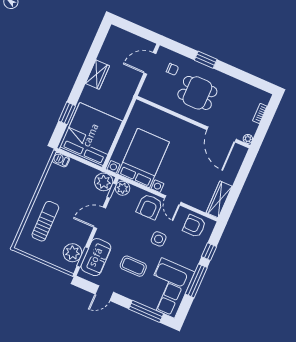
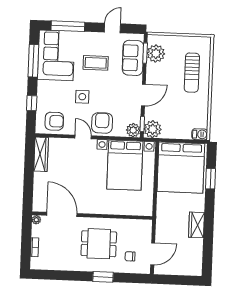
window: (196, 281) -> (33, 61), moved

